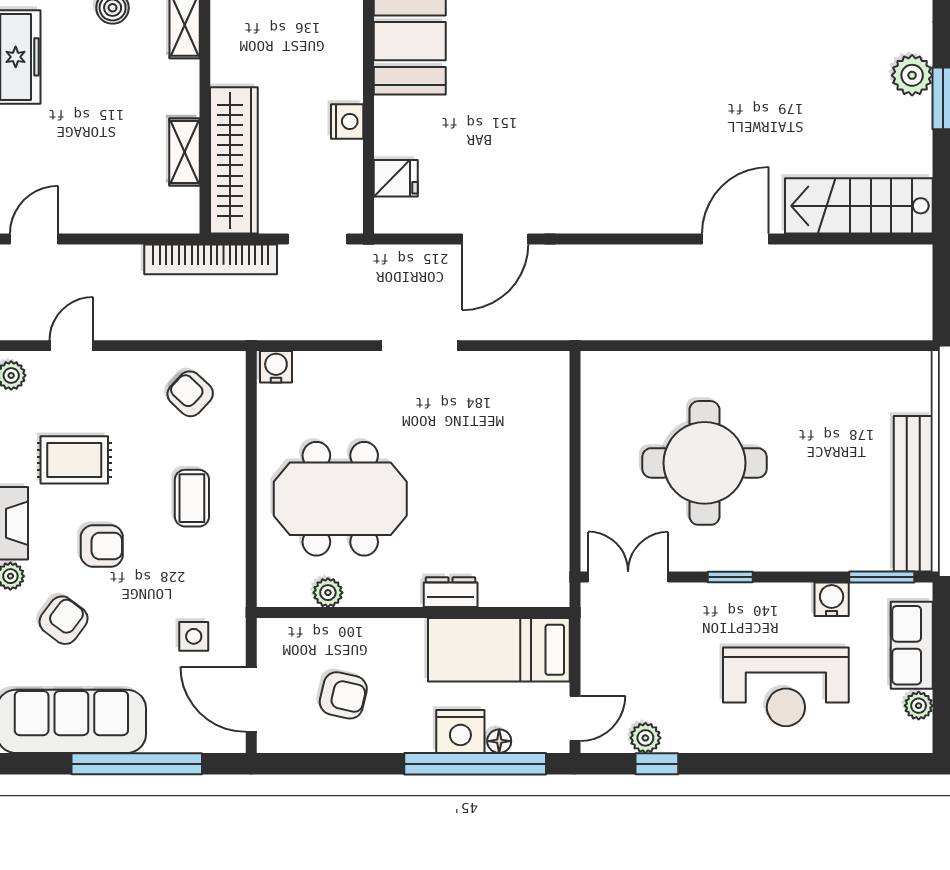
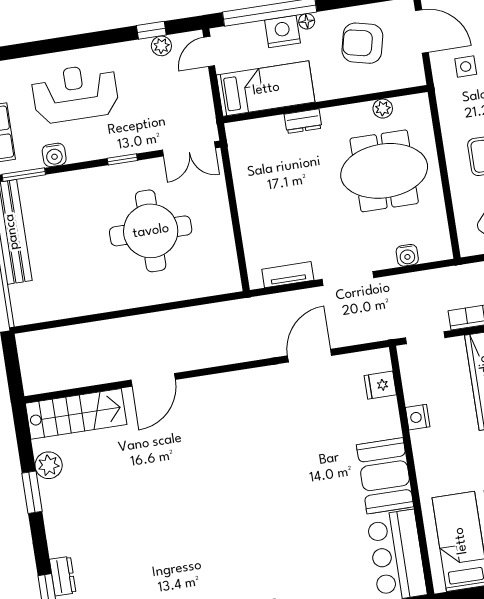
plant: (912, 75) -> (49, 465), moved
tv unit: (509, 365) -> (288, 275), added
water cooler: (276, 367) -> (407, 255), moved
armchair: (343, 695) -> (362, 43), width x1.38, depth x1.38
floor lamp: (499, 741) -> (307, 21), moved

